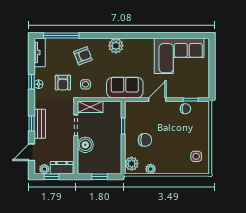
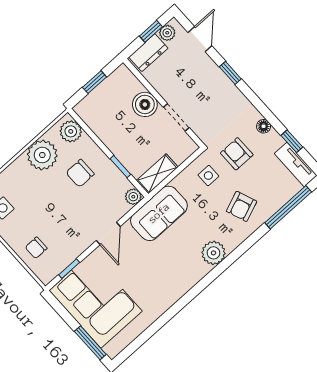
corner sofa: (179, 56) -> (96, 301), moved, turned 90
window: (212, 56) -> (90, 343), added
window: (32, 82) -> (292, 141), moved
plant: (130, 106) -> (133, 197), added
shelving: (90, 107) -> (157, 174), moved
chair: (185, 109) -> (36, 248), moved
bench: (40, 124) -> (220, 81), removed
plant: (151, 169) -> (42, 155), width x1.87, depth x1.87

